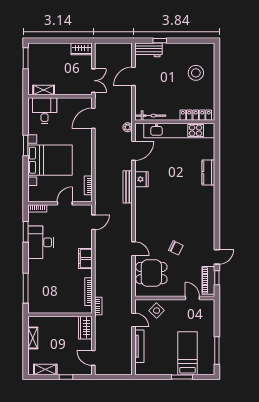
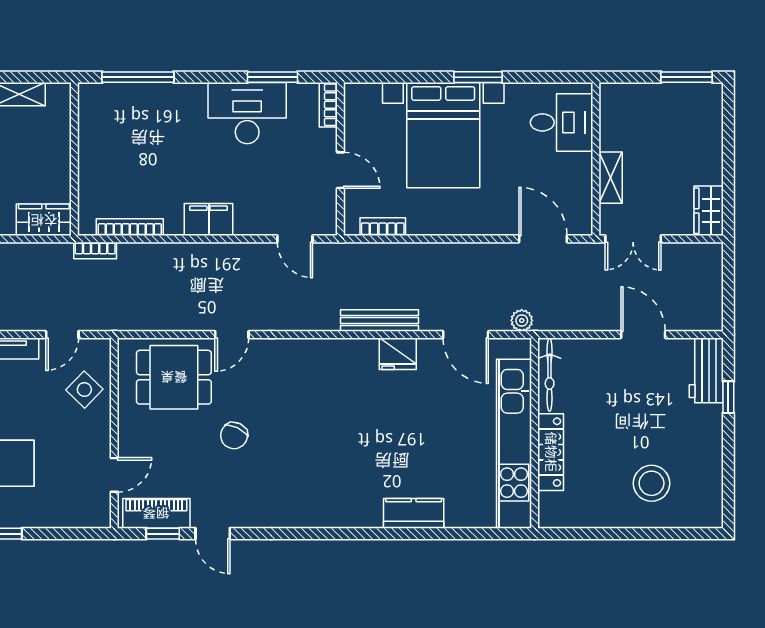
shelving: (44, 90) -> (611, 178), moved
locker: (196, 115) -> (551, 452), moved
dining table: (151, 273) -> (174, 377), turned 90

